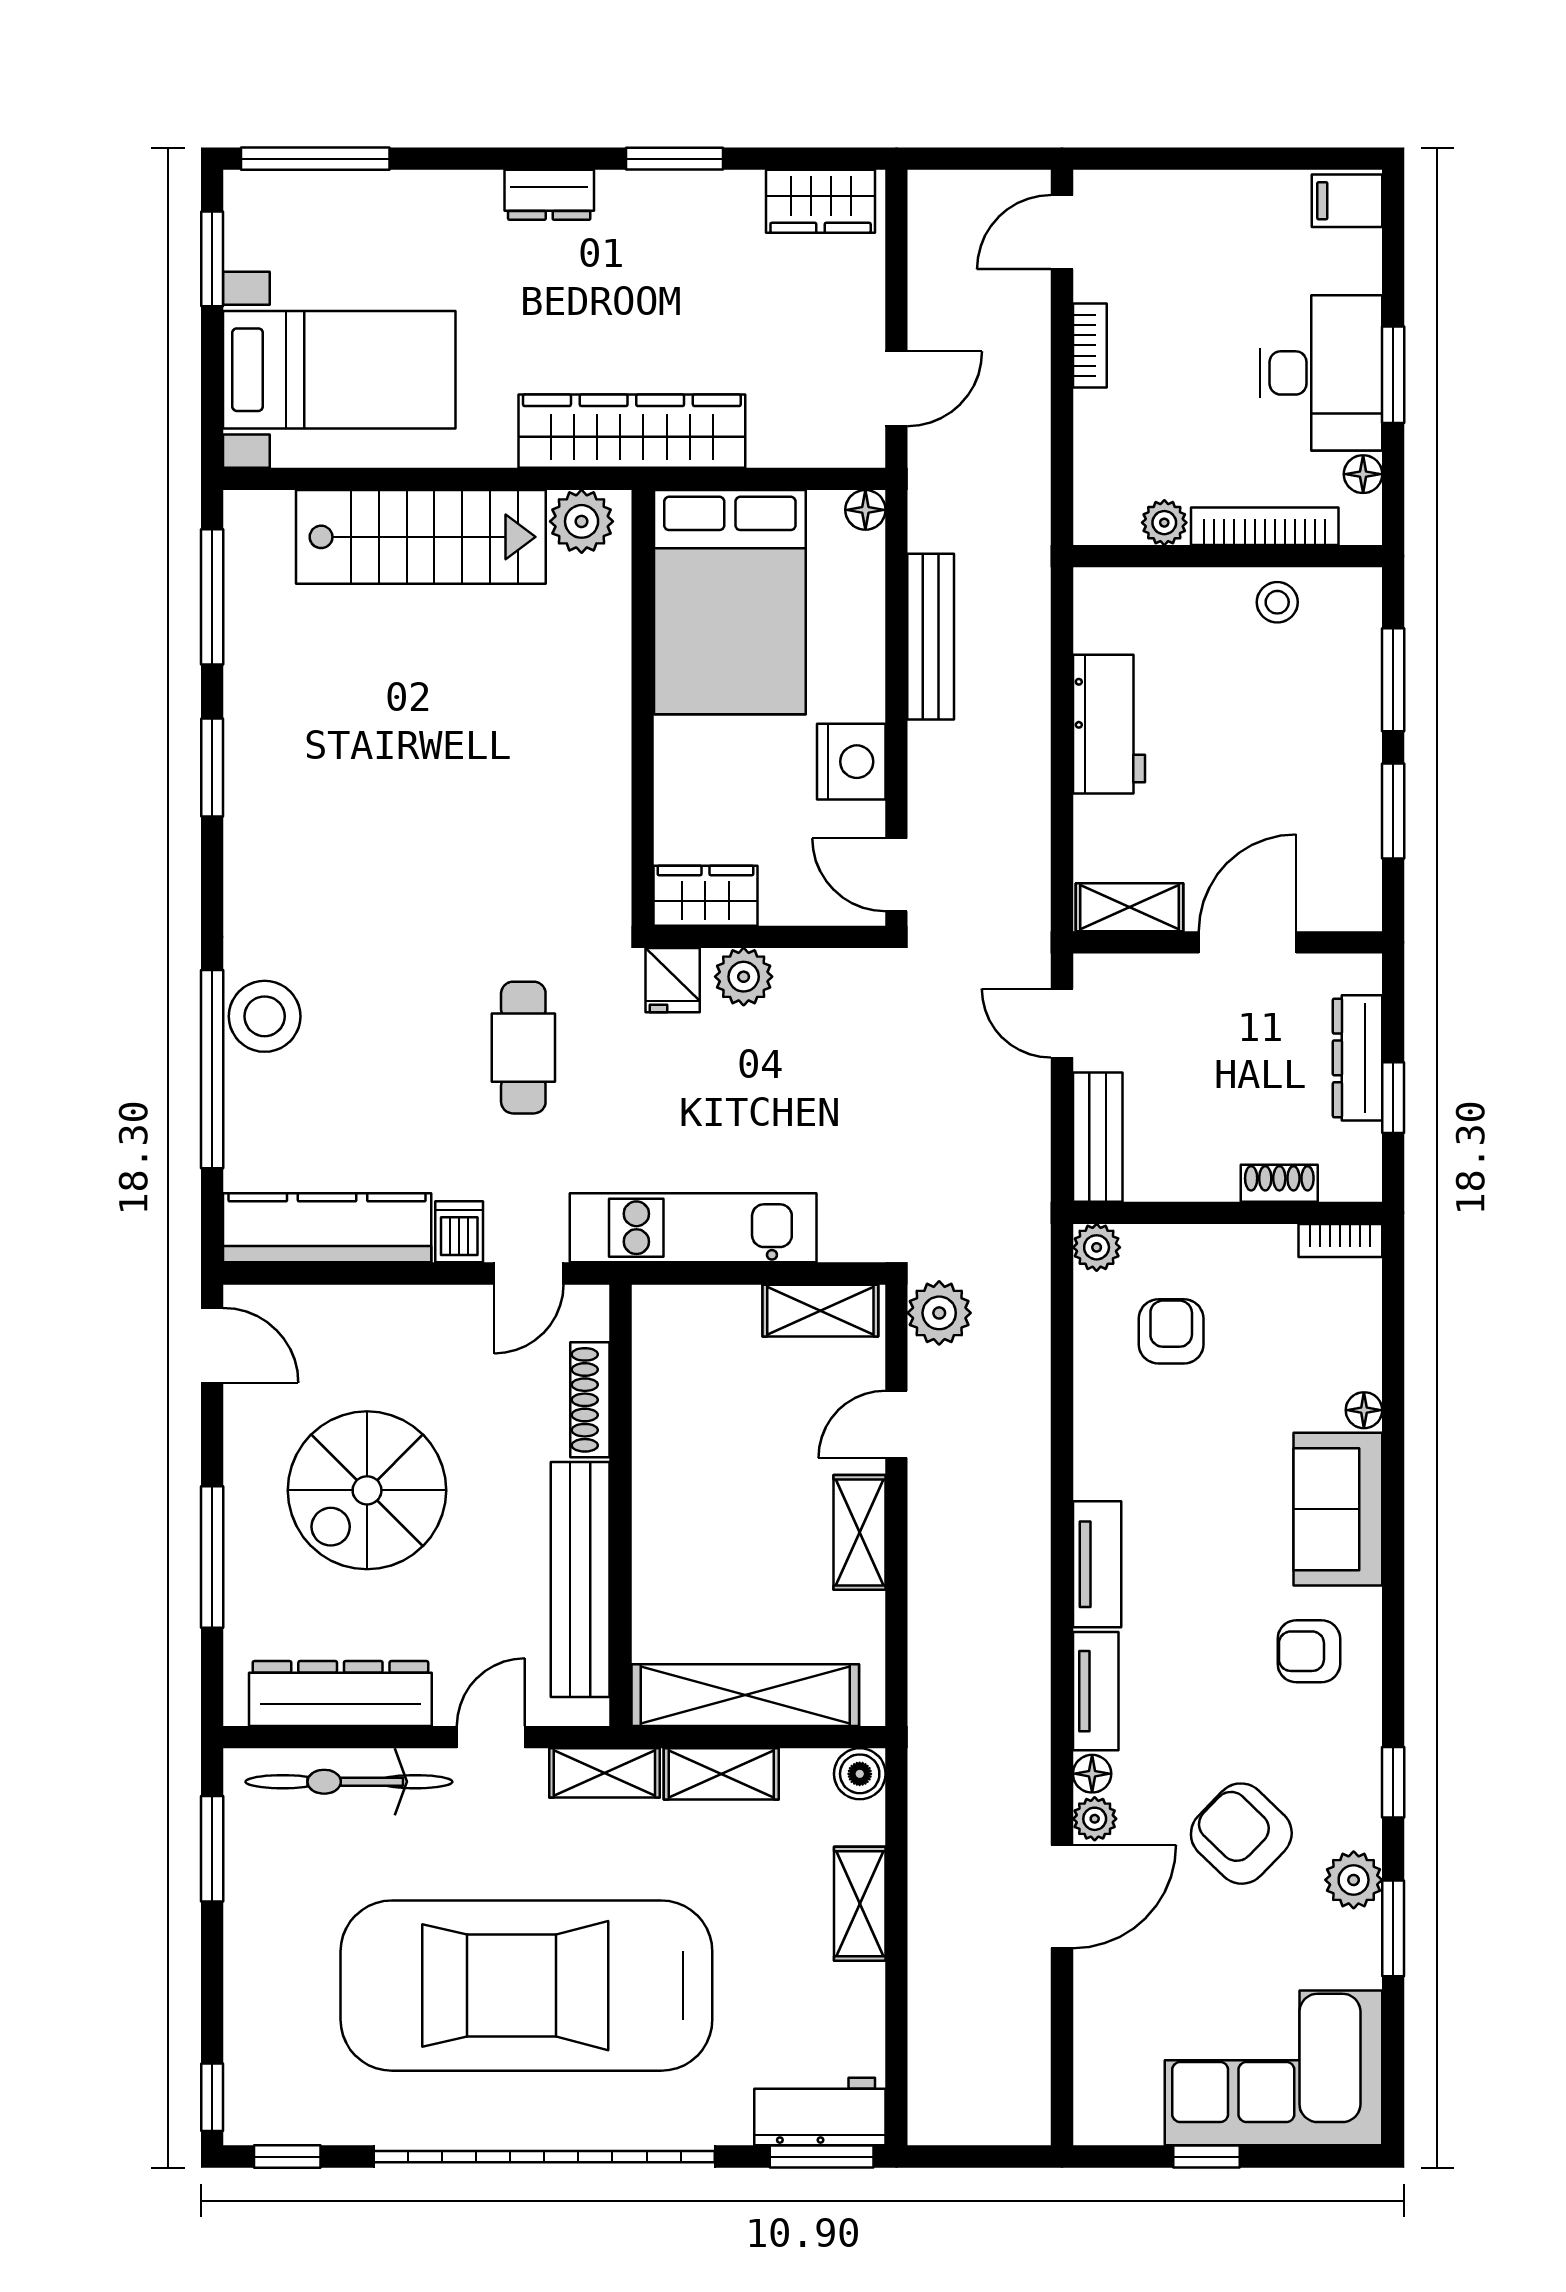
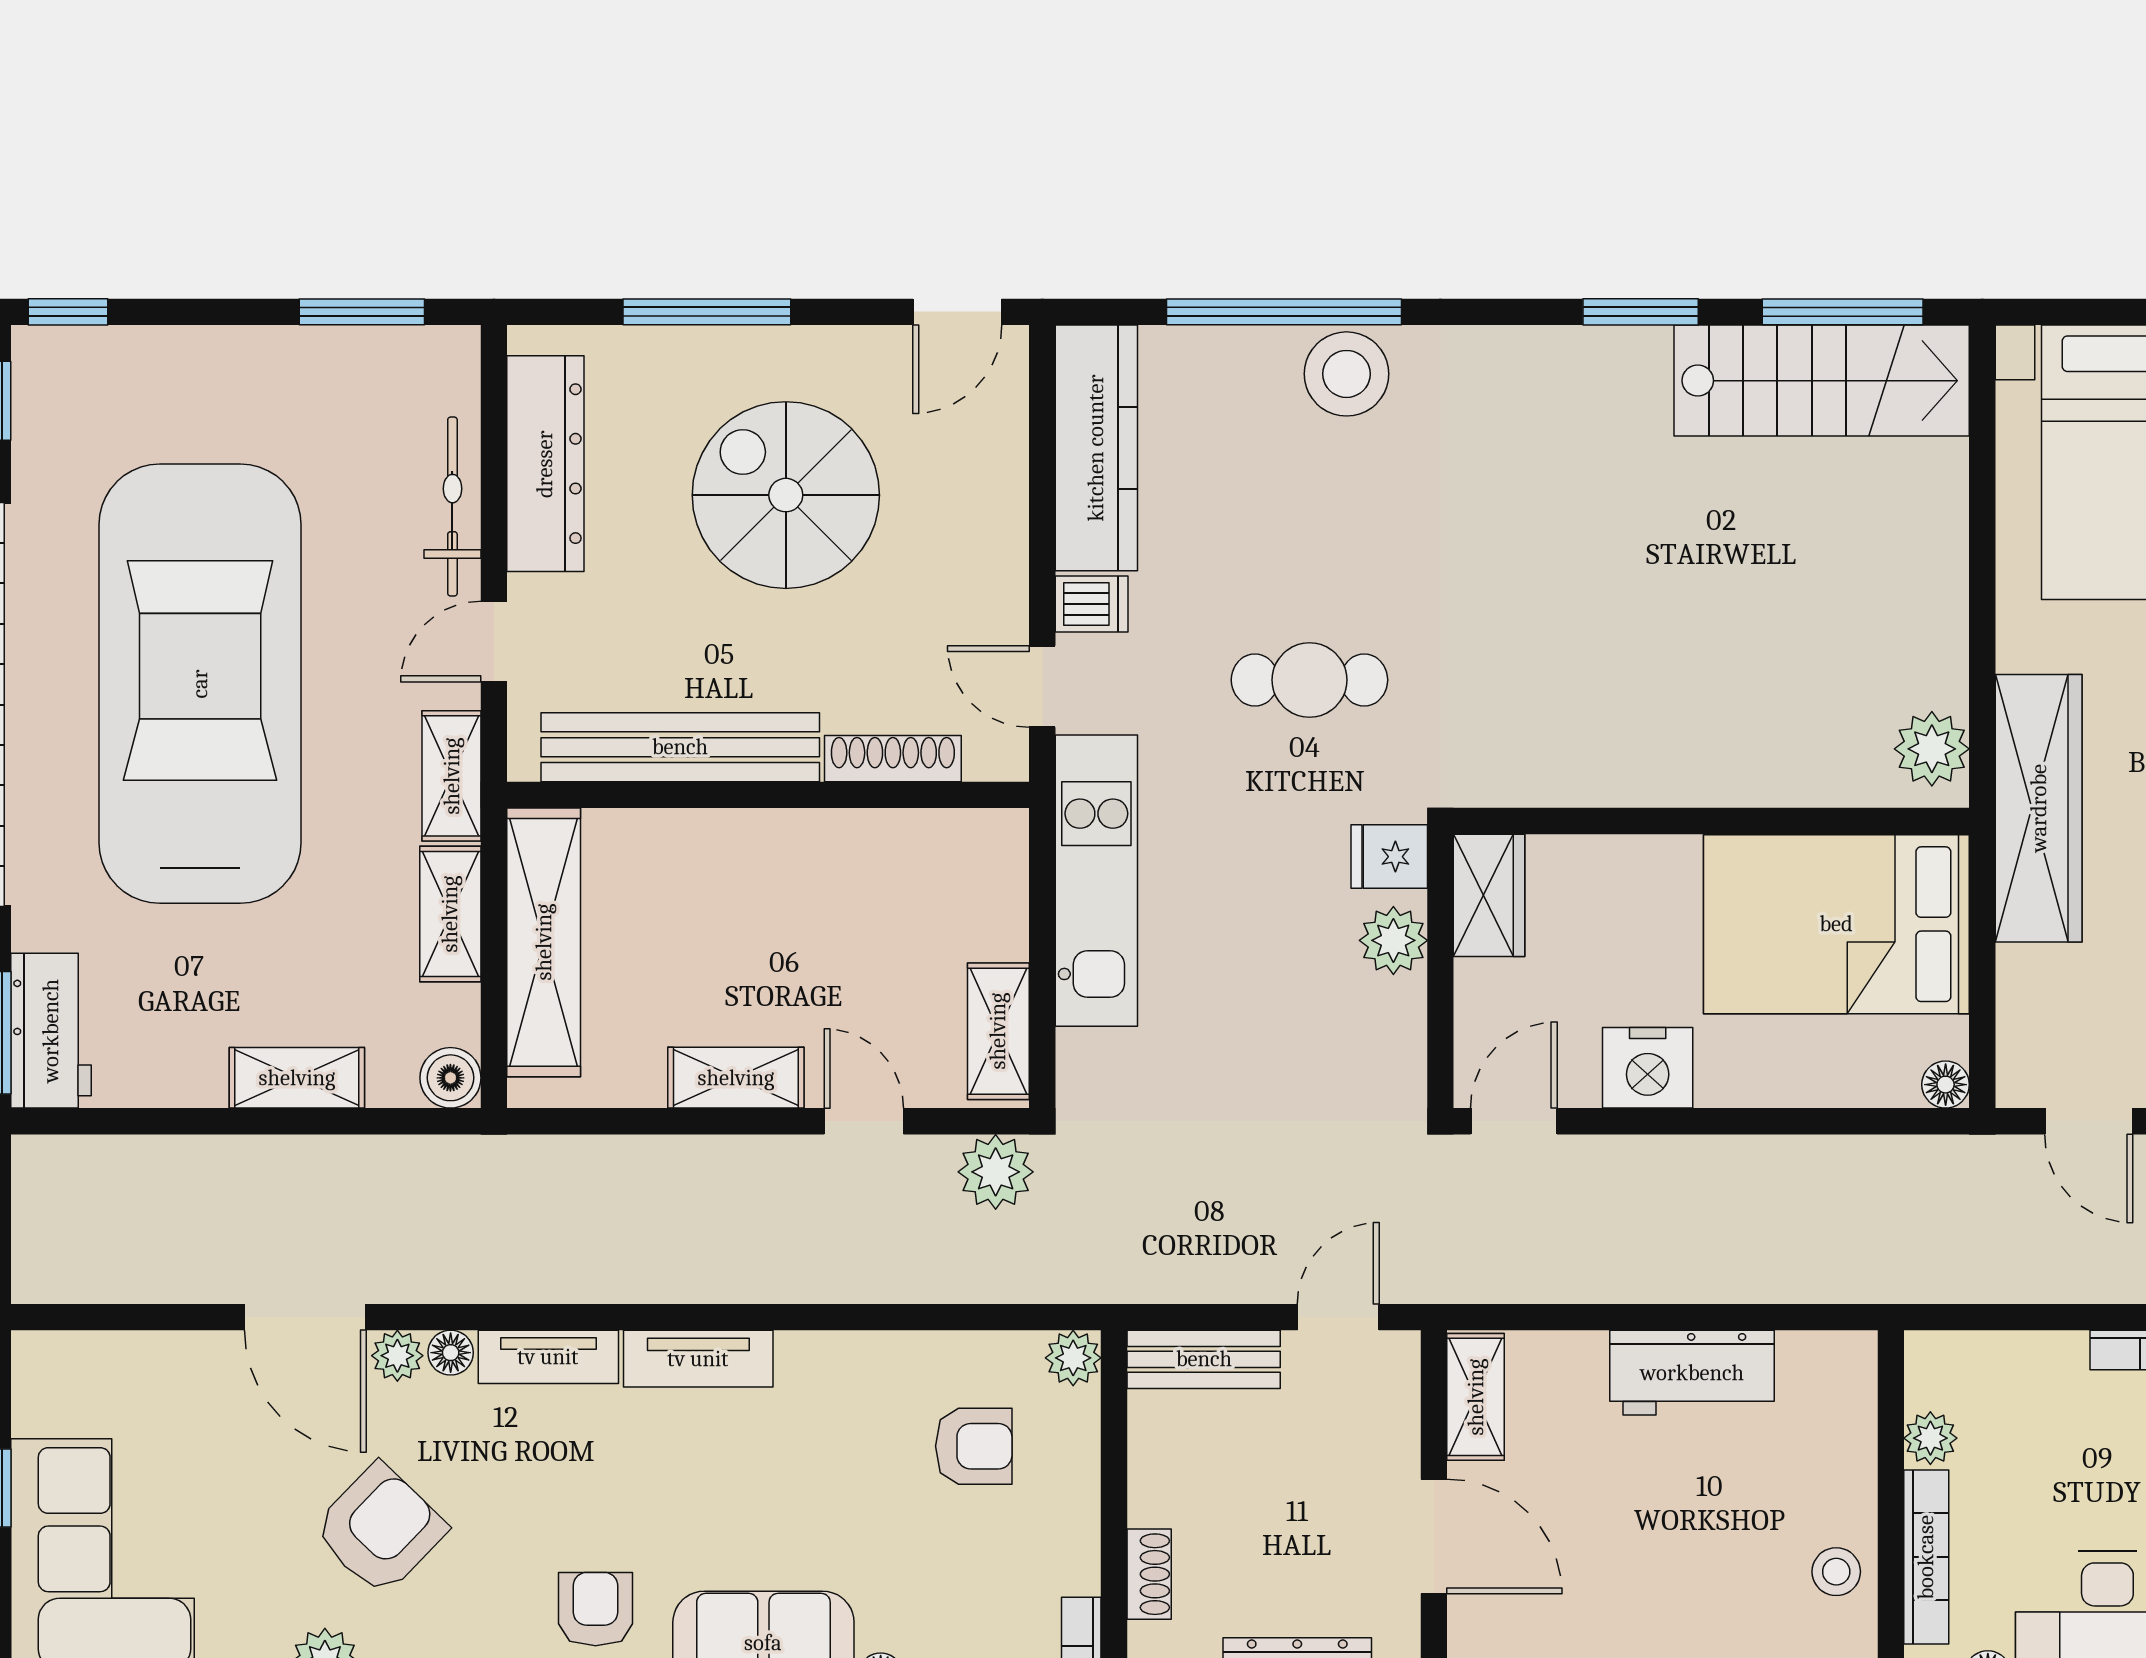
stairs: (421, 537) -> (1822, 381), moved, turned -90
bench: (931, 637) -> (1796, 1162), removed
door: (491, 1737) -> (494, 642), swing flipped
bicycle: (349, 1782) -> (452, 507), width x0.73, depth x0.71

